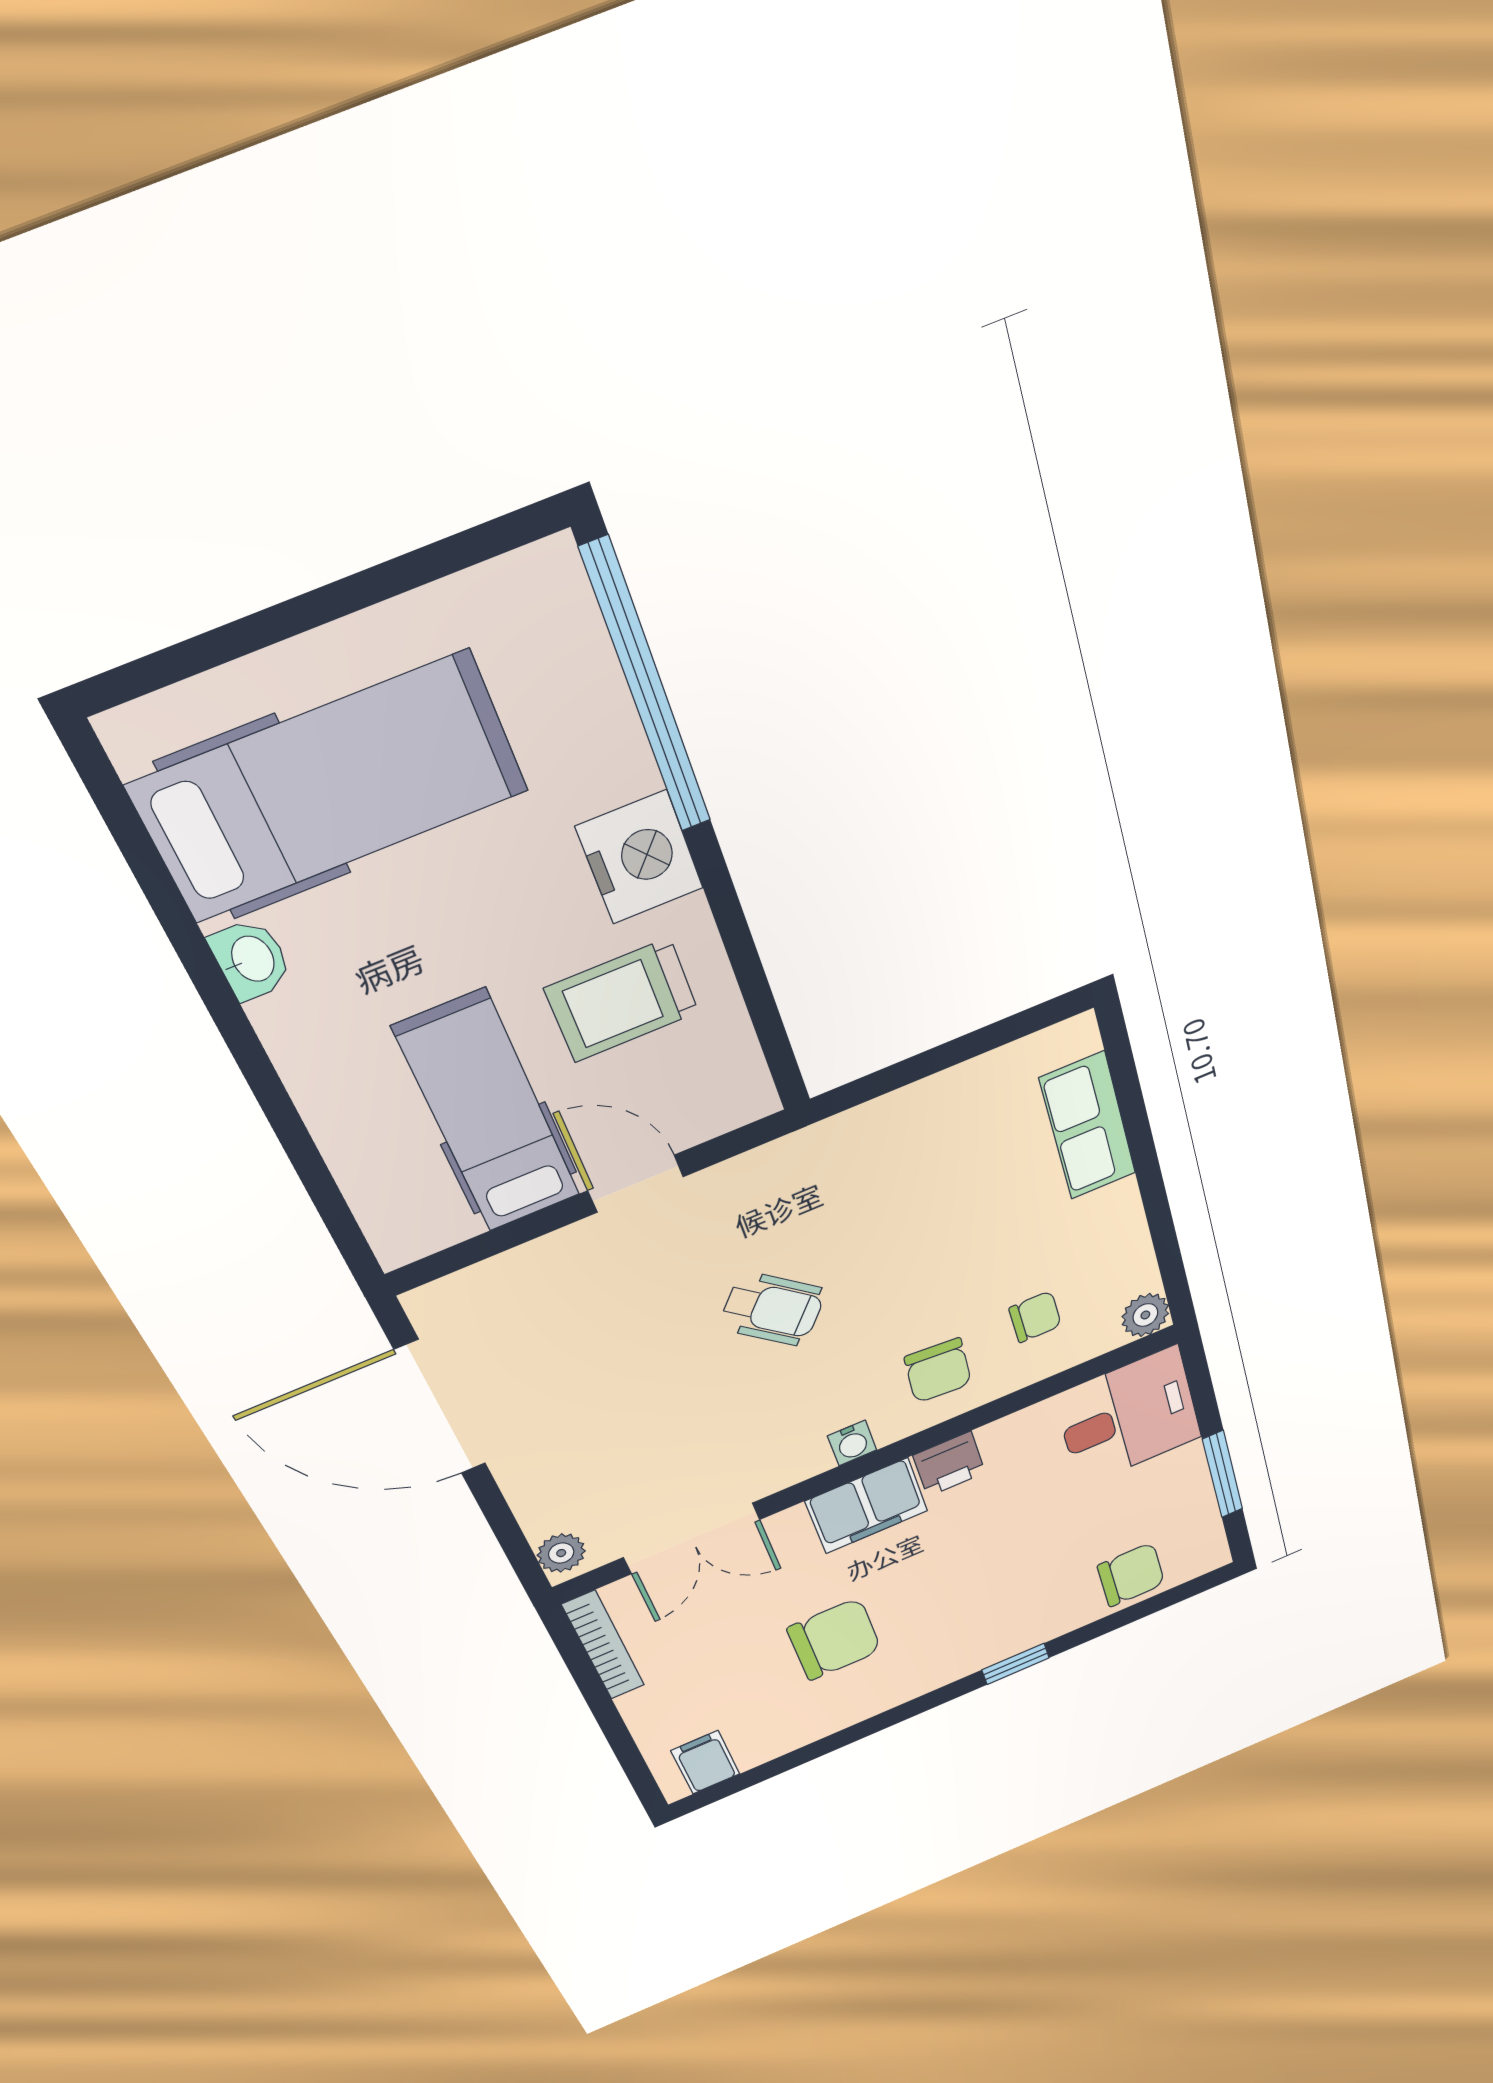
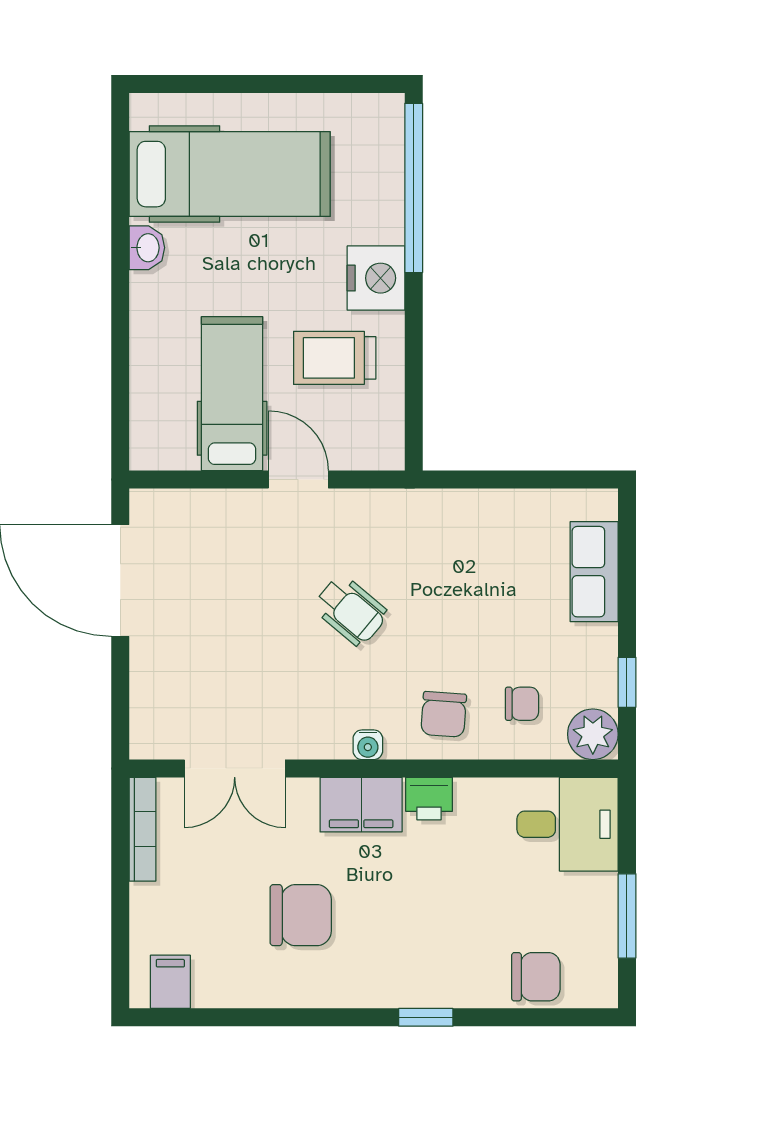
window: (1164, 1236) -> (627, 682), added
plant: (1145, 1315) -> (593, 734), width x1.38, depth x1.38
plant: (561, 1553) -> (146, 734), removed

